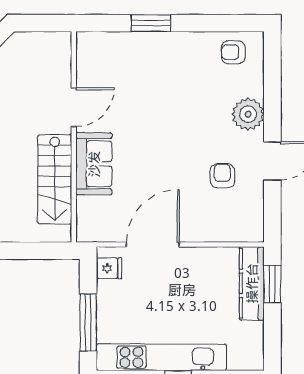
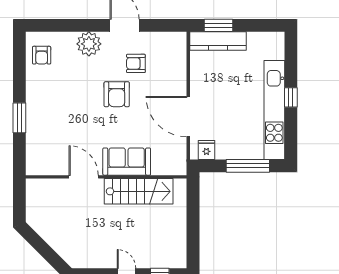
armchair: (182, 151) -> (117, 94), added

